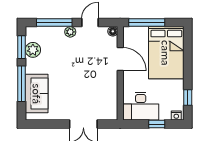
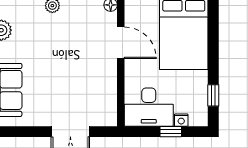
nightstand: (176, 116) -> (181, 120), moved

